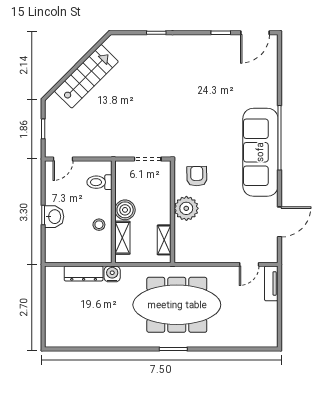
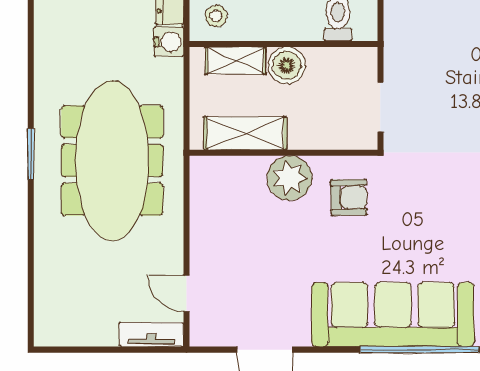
stool: (99, 225) -> (216, 16), moved
shelving: (164, 240) -> (245, 133), width x1.50, depth x1.33

